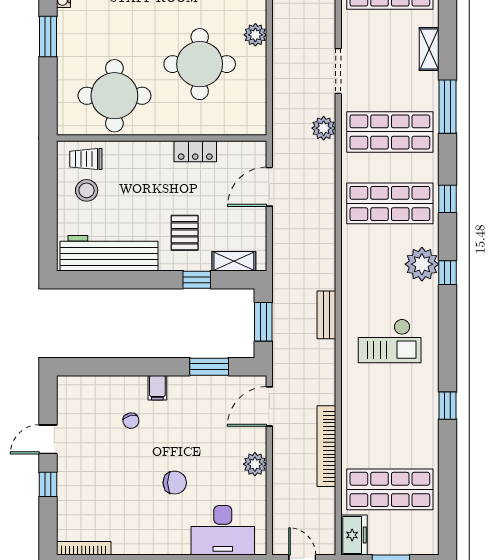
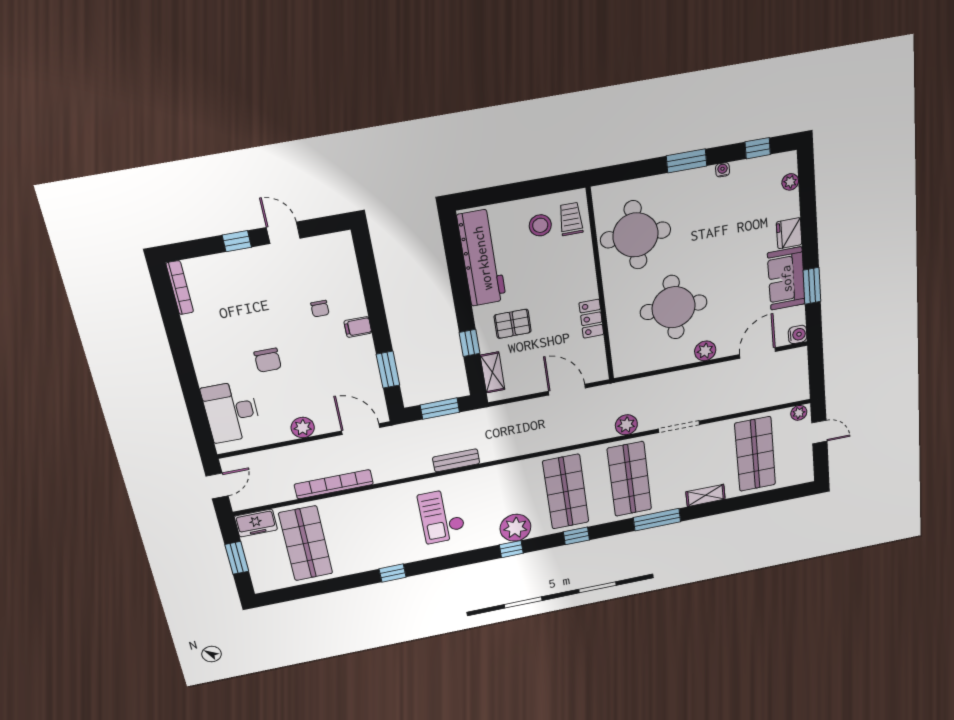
chair: (131, 421) -> (320, 309), turned -74

